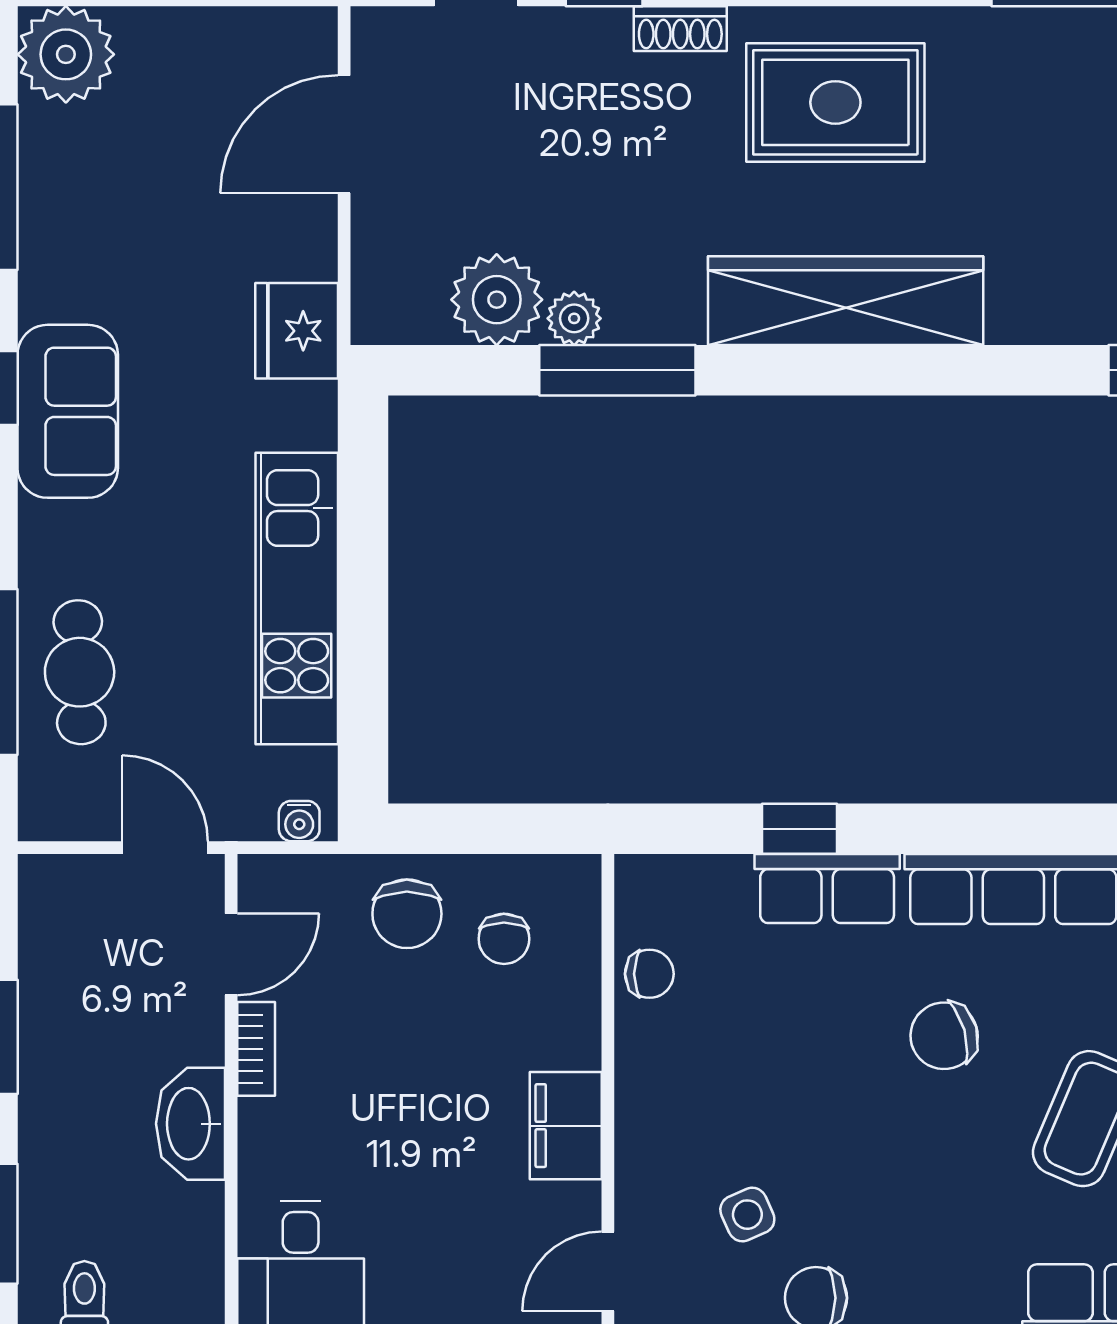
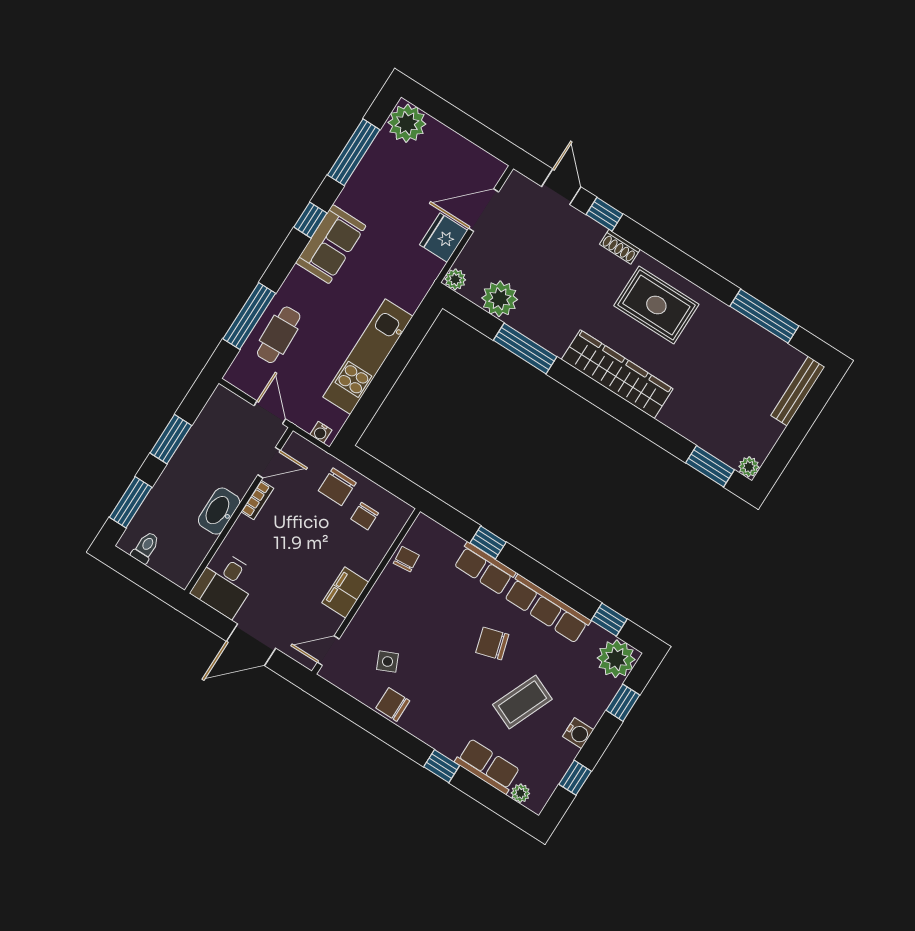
plant: (574, 318) -> (455, 279), moved
fridge: (297, 331) -> (444, 238), moved
chair: (649, 974) -> (406, 559), turned -95

